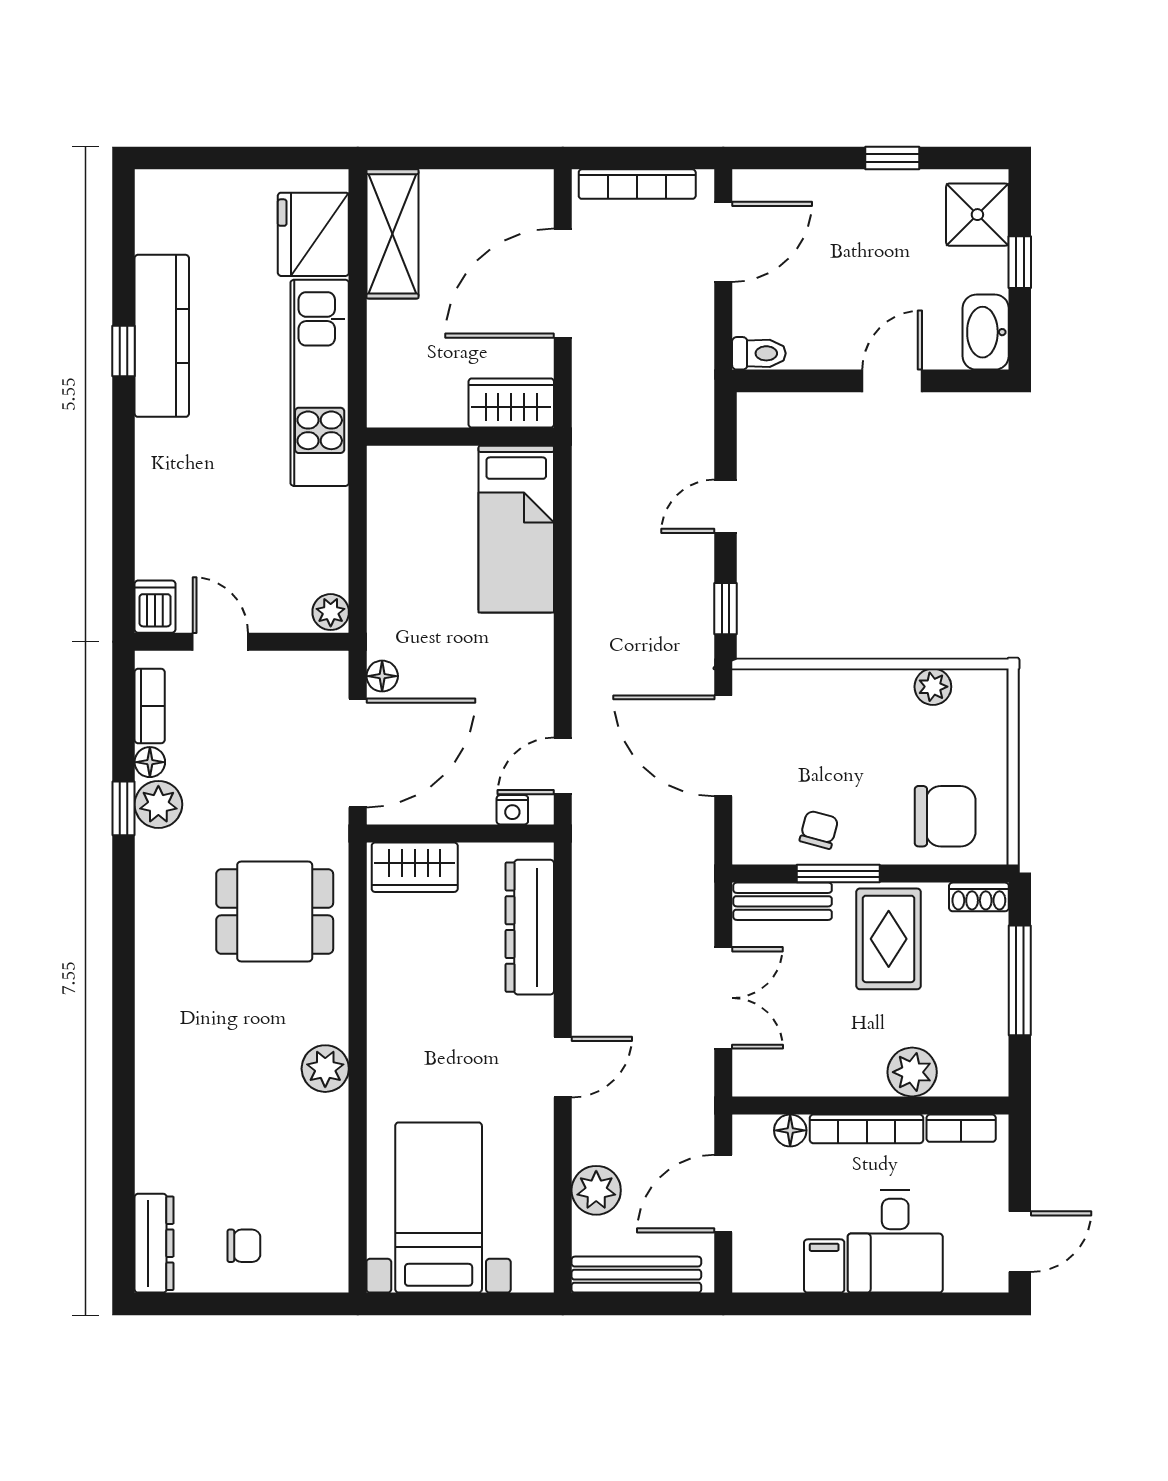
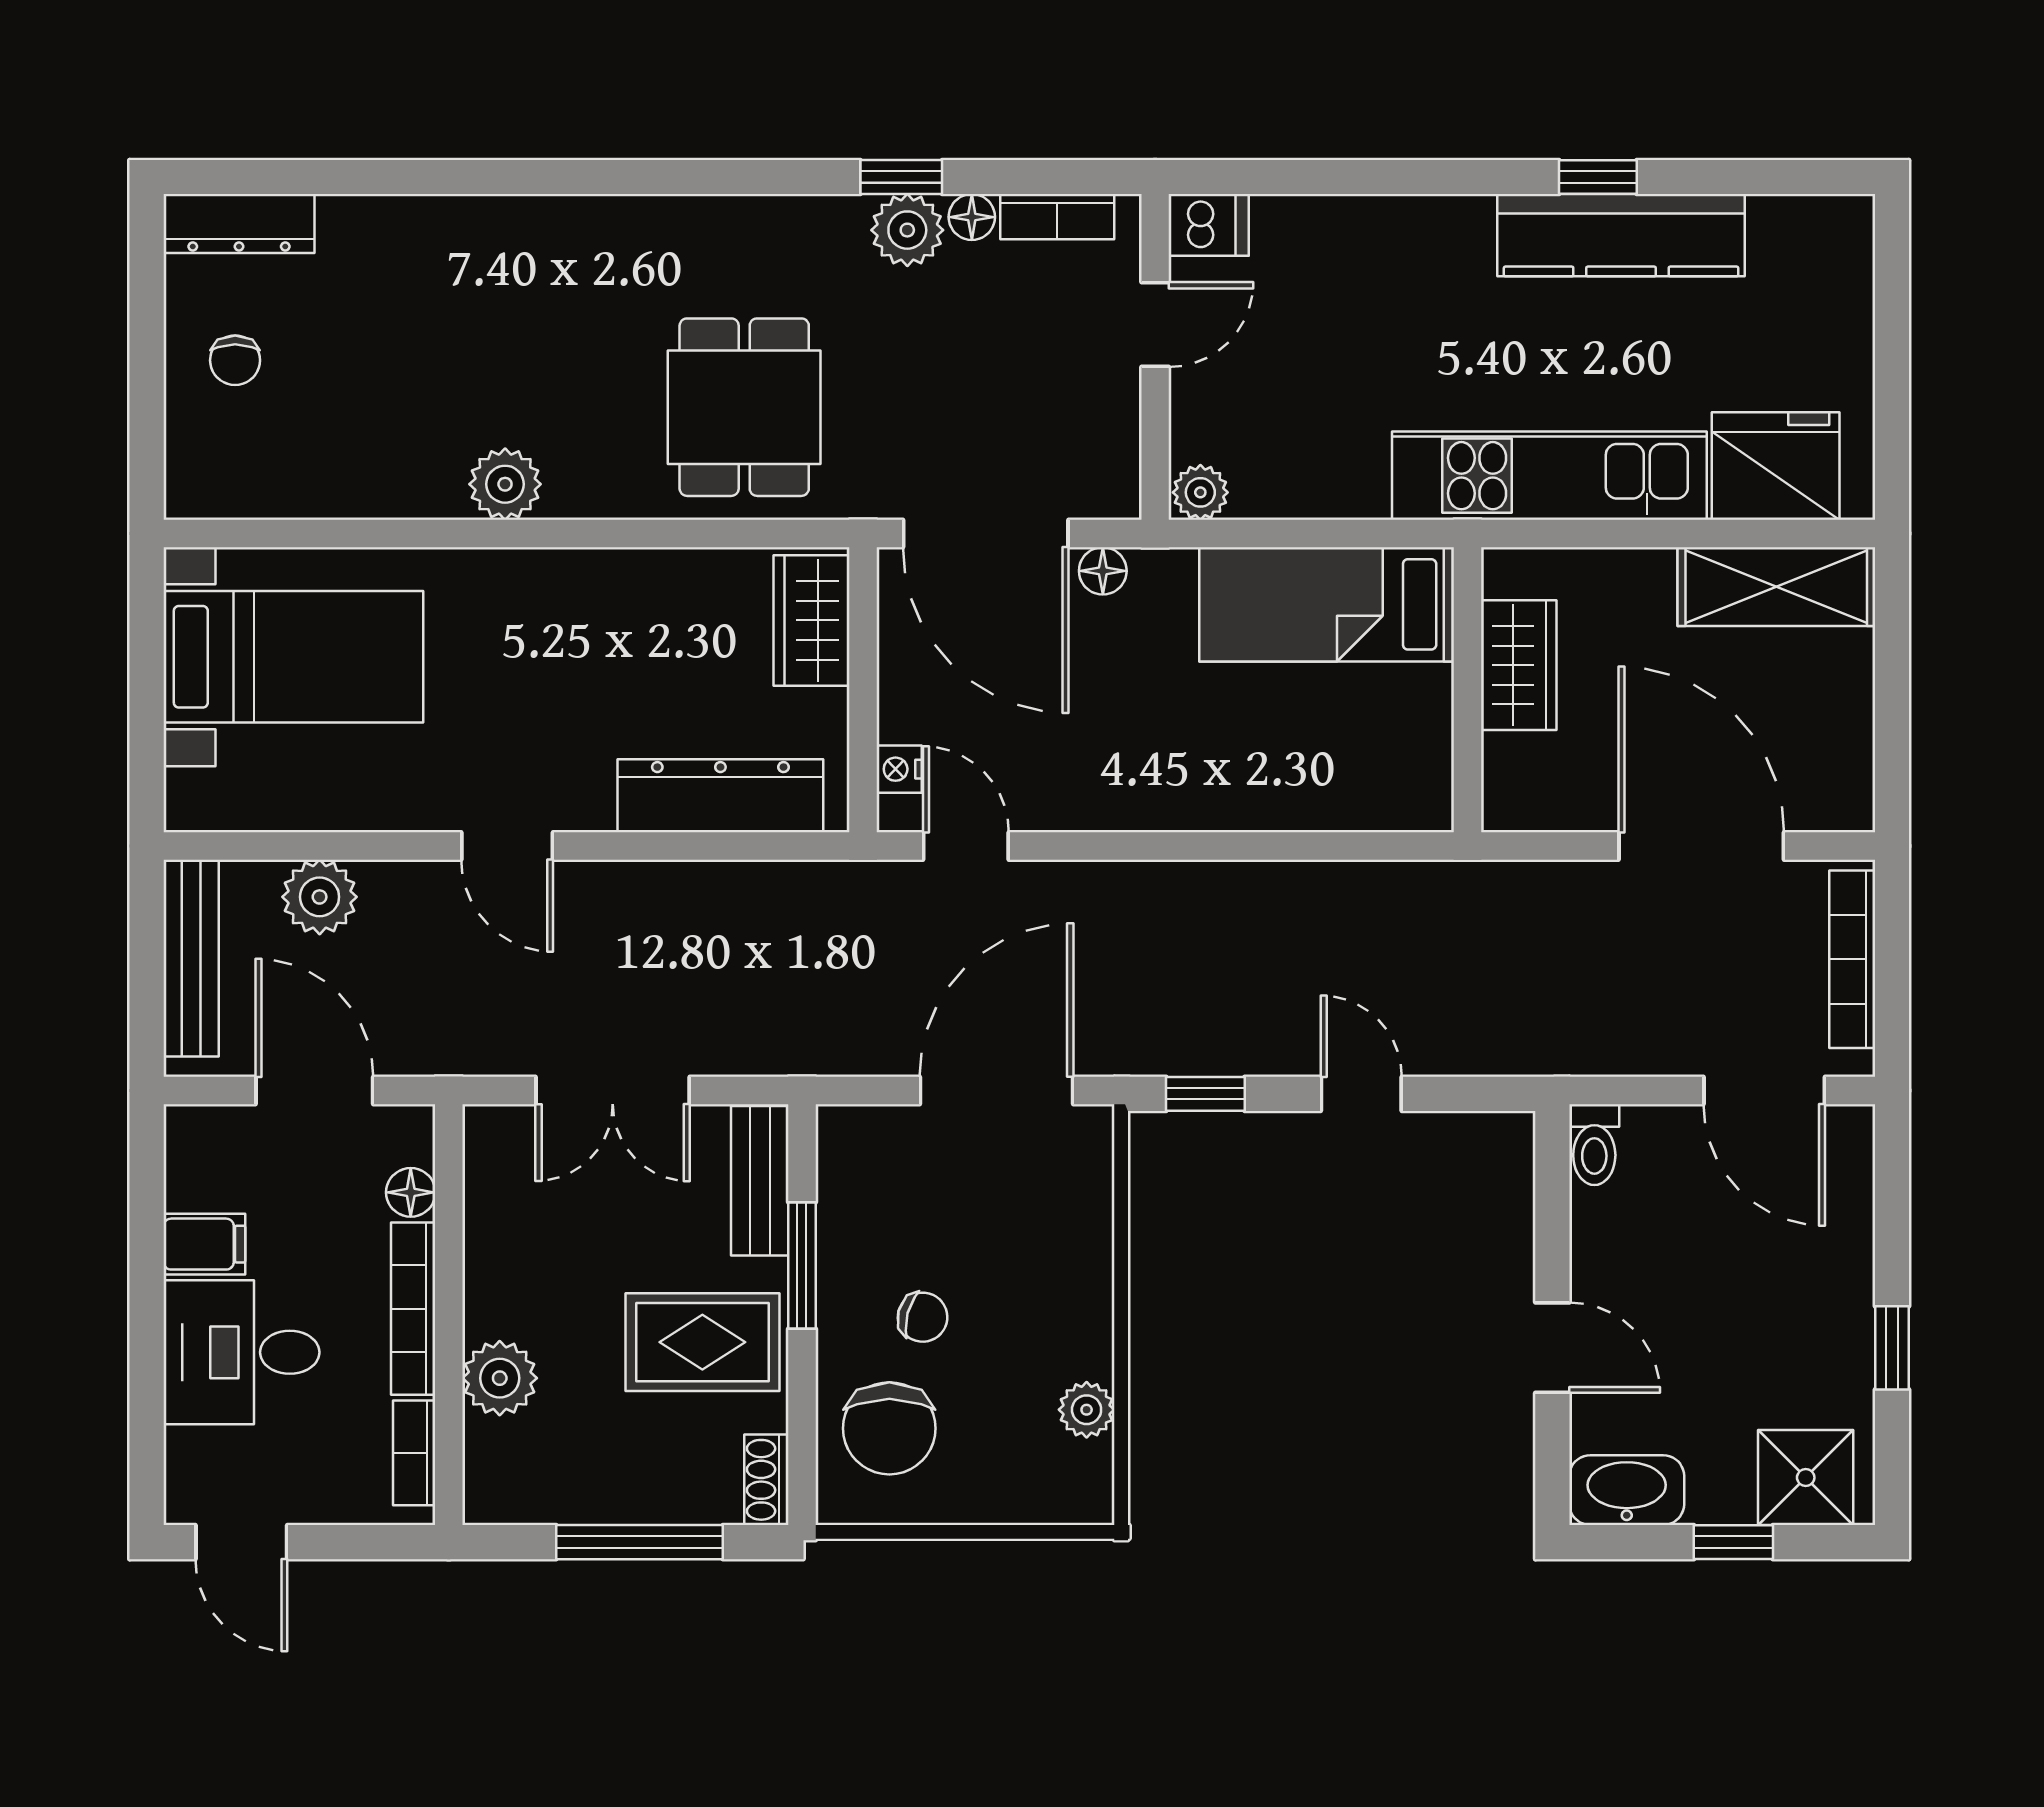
wardrobe: (511, 403) -> (1519, 665), moved
bed: (516, 529) -> (1327, 604), moved
chair: (819, 830) -> (923, 1317), moved

